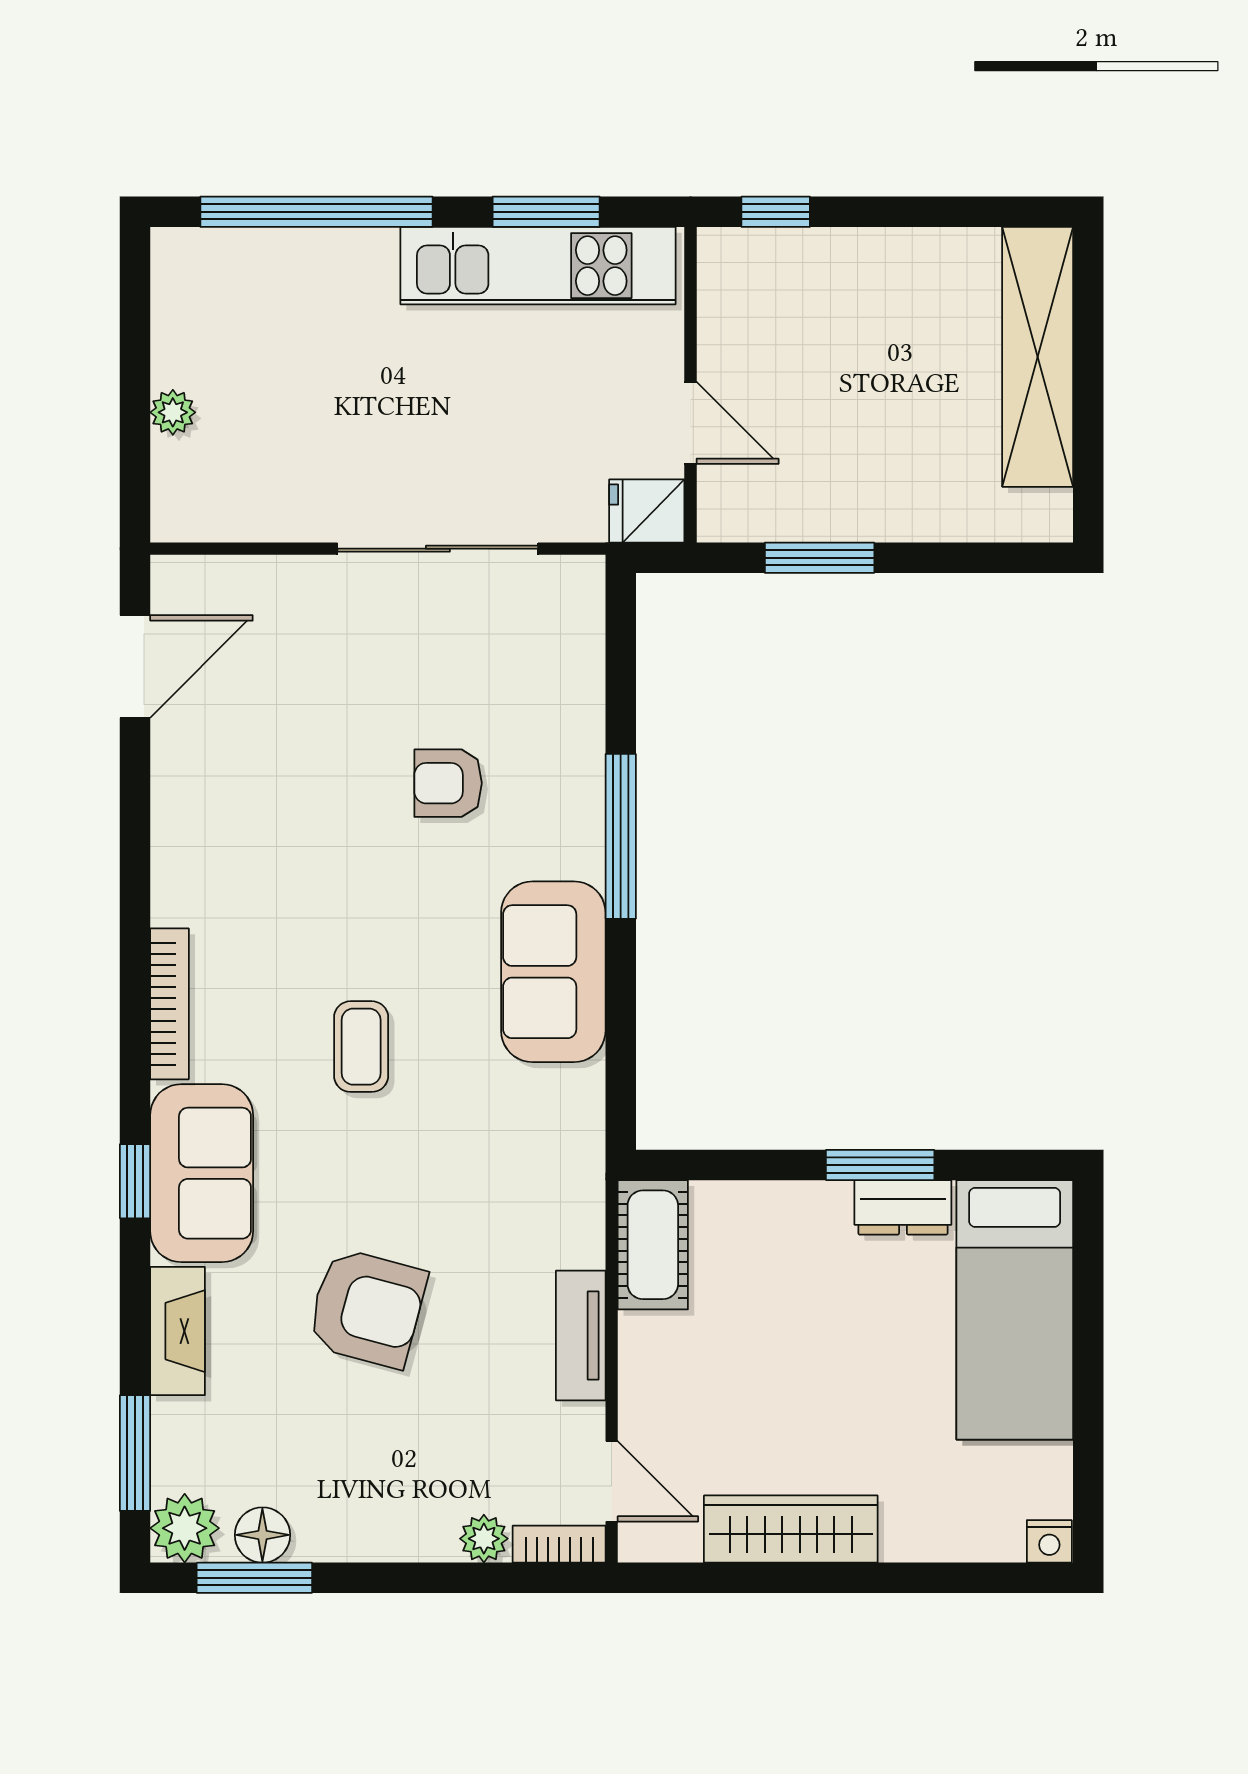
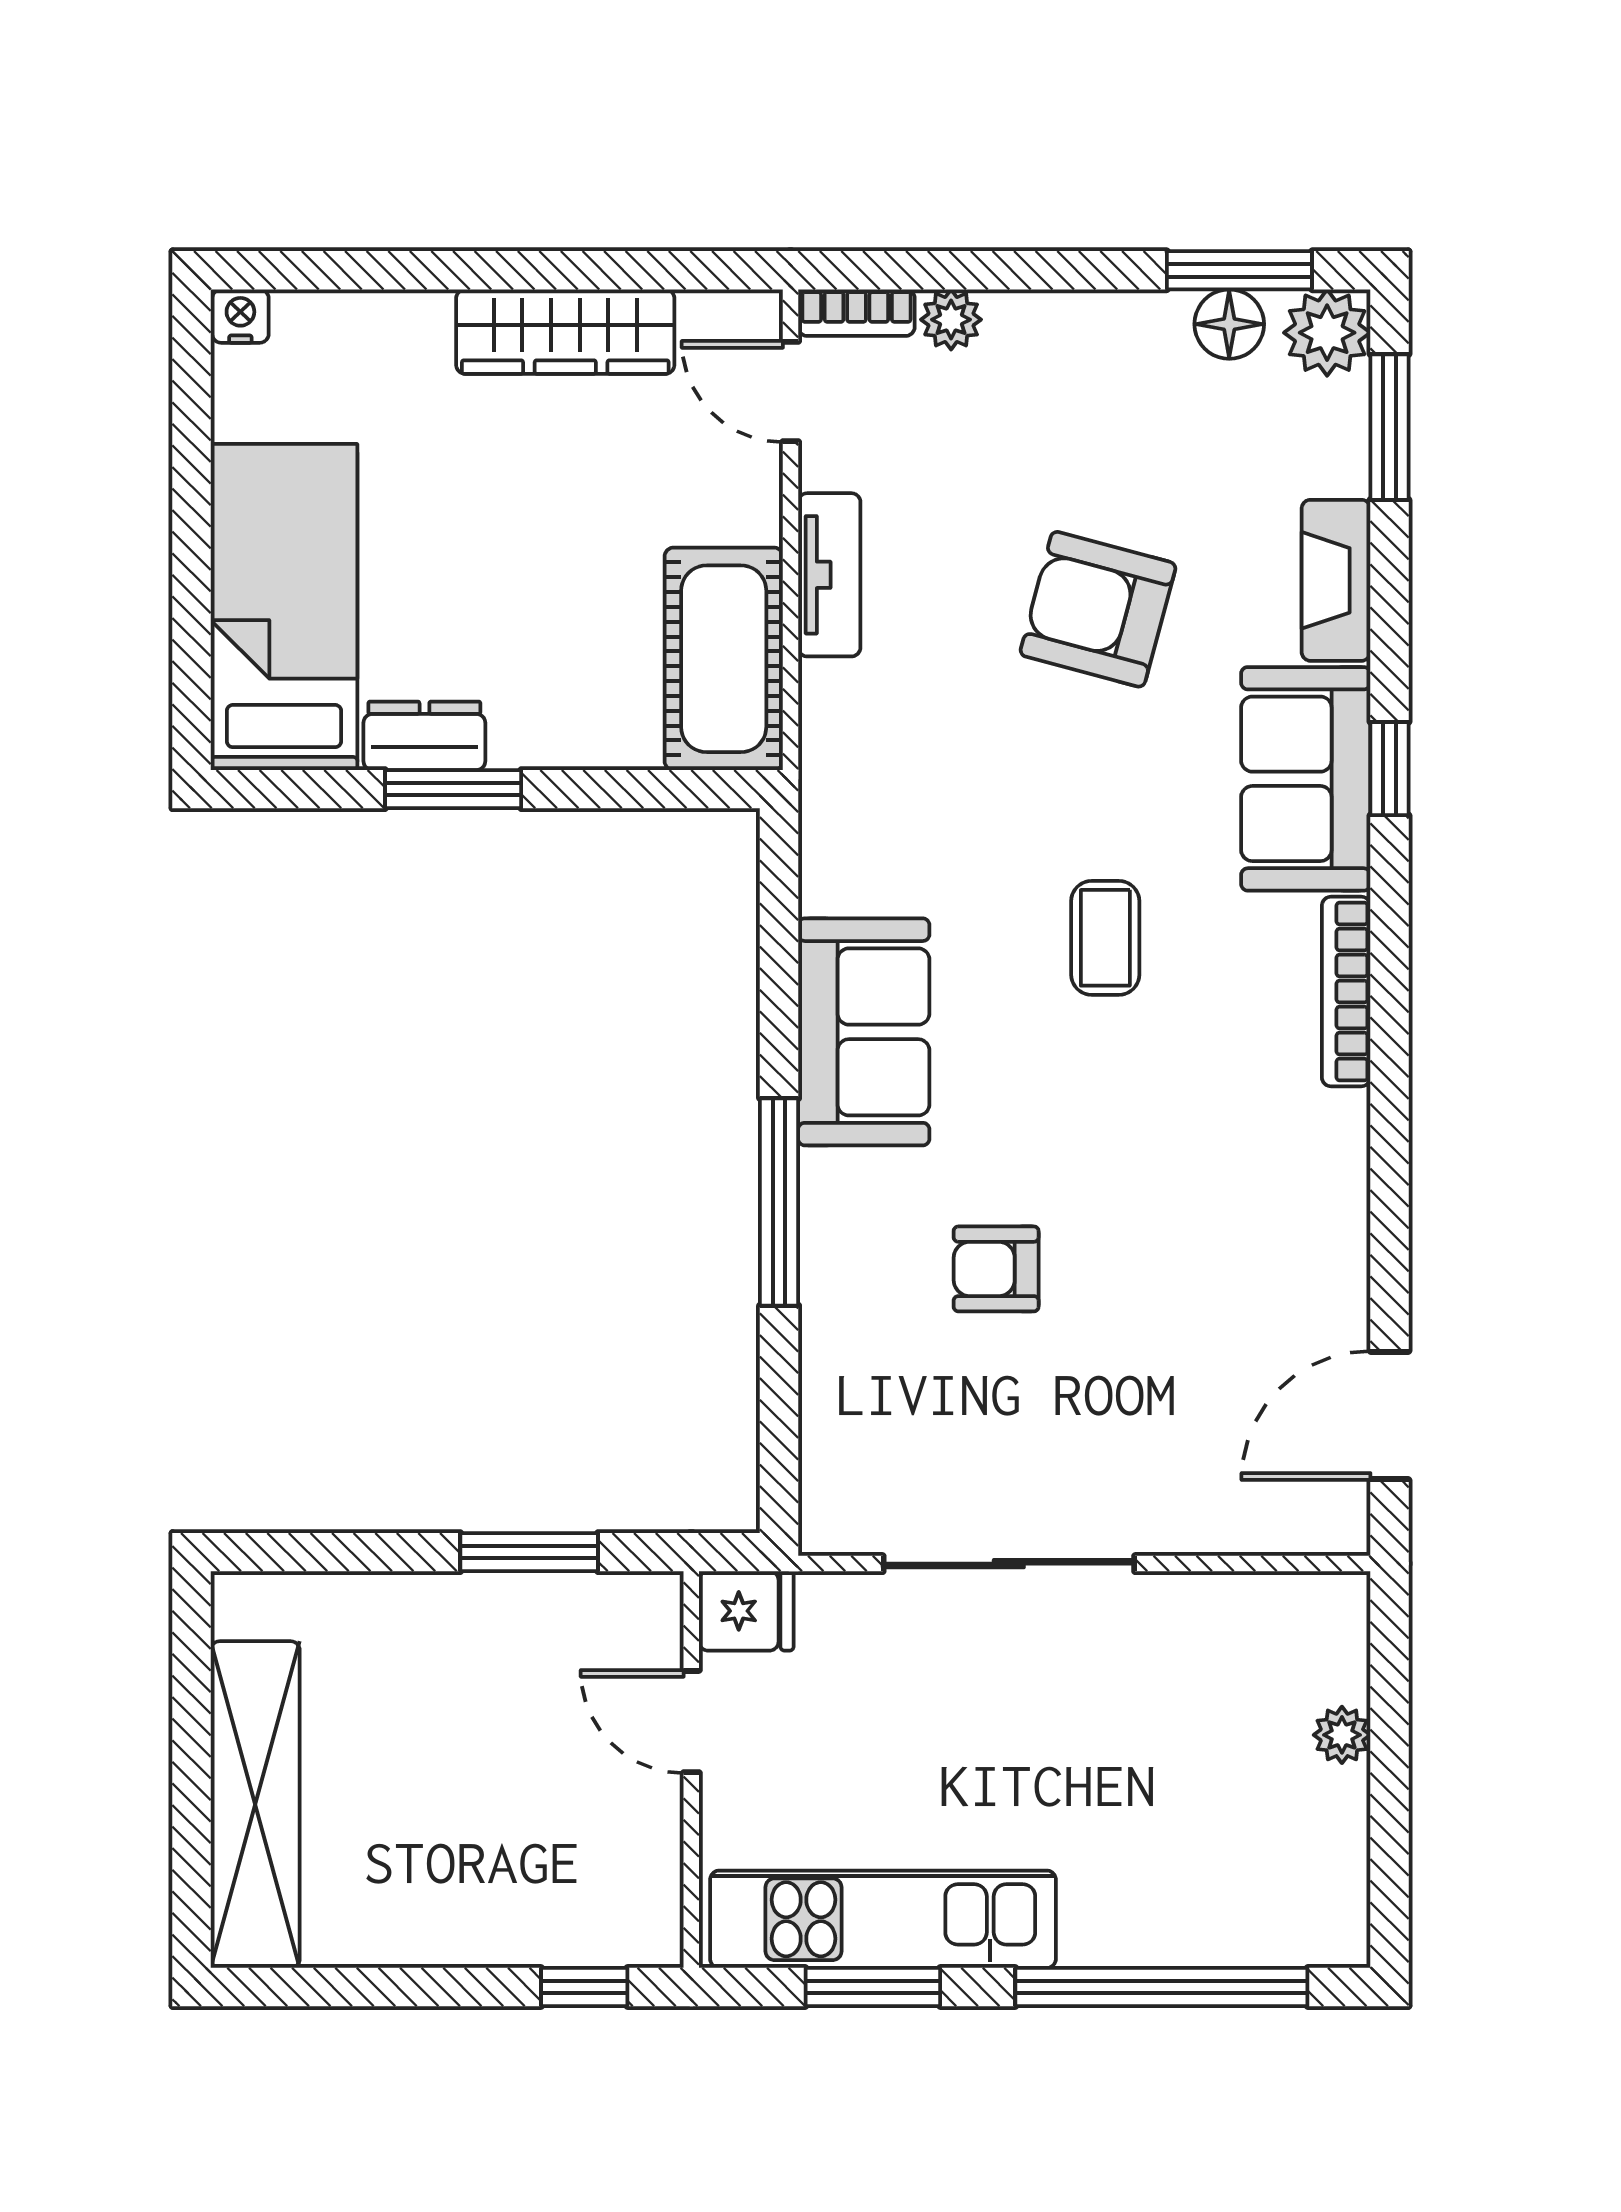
armchair: (448, 783) -> (996, 1269), turned 180
cot: (653, 1245) -> (724, 659), width x1.37, depth x1.34

